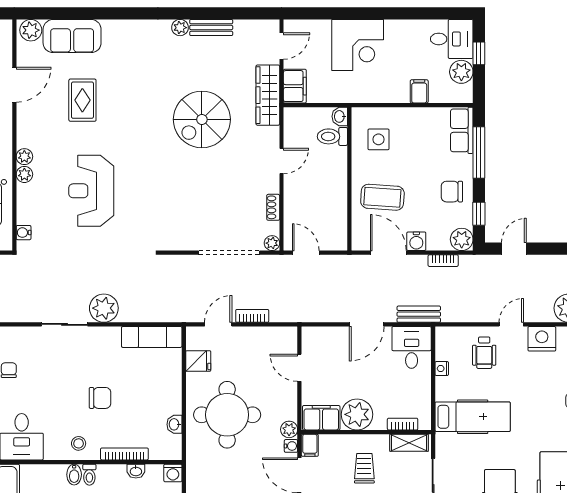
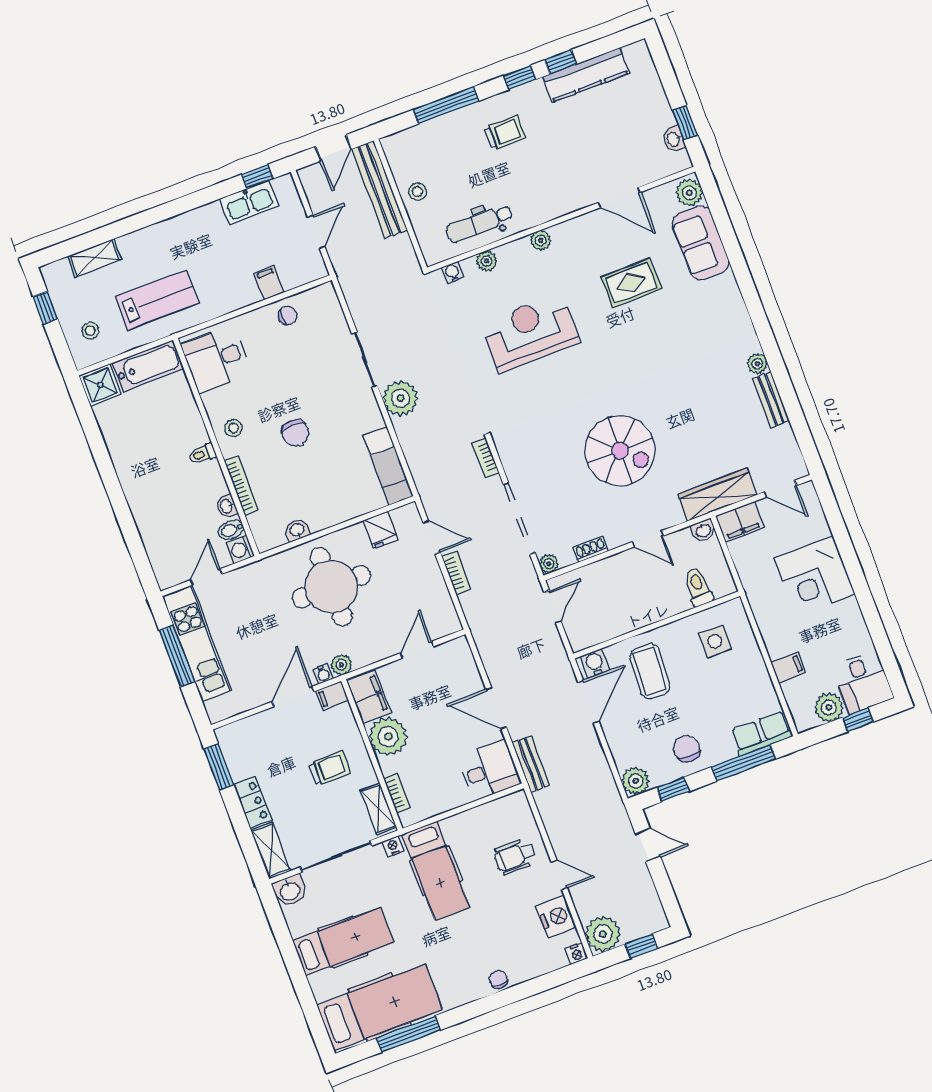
washbasin: (340, 116) -> (703, 531), moved, turned 180
spiral stairs: (202, 119) -> (620, 451), moved, turned 180
plant: (24, 174) -> (487, 261), moved
water cooler: (416, 241) -> (595, 663), moved, turned 90
bookcase: (443, 261) -> (486, 457), moved
nightstand: (442, 369) -> (393, 846), moved
bidet: (74, 475) -> (231, 530), moved

